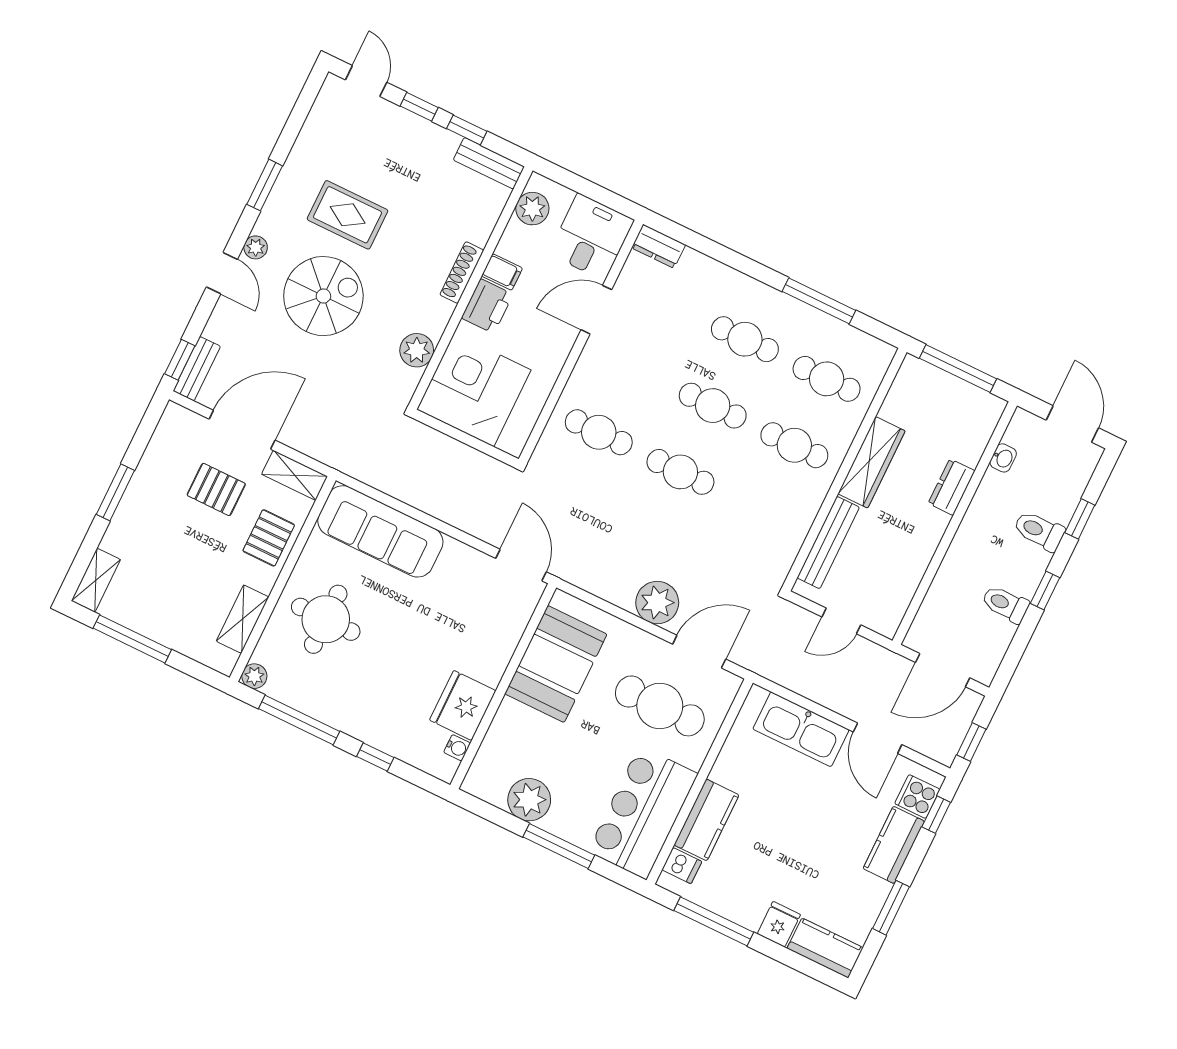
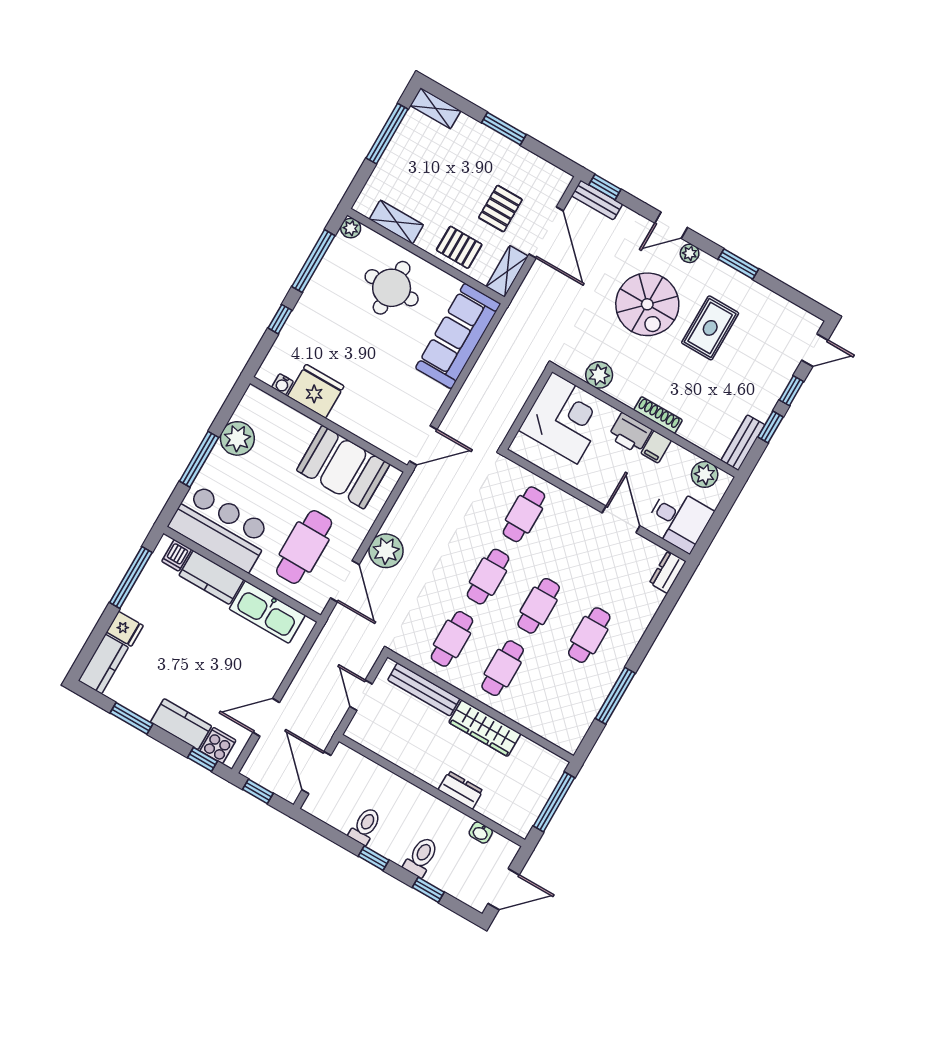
cafe table: (827, 379) -> (452, 639), moved
kitchen sink: (801, 729) -> (267, 612), moved, turned -90

